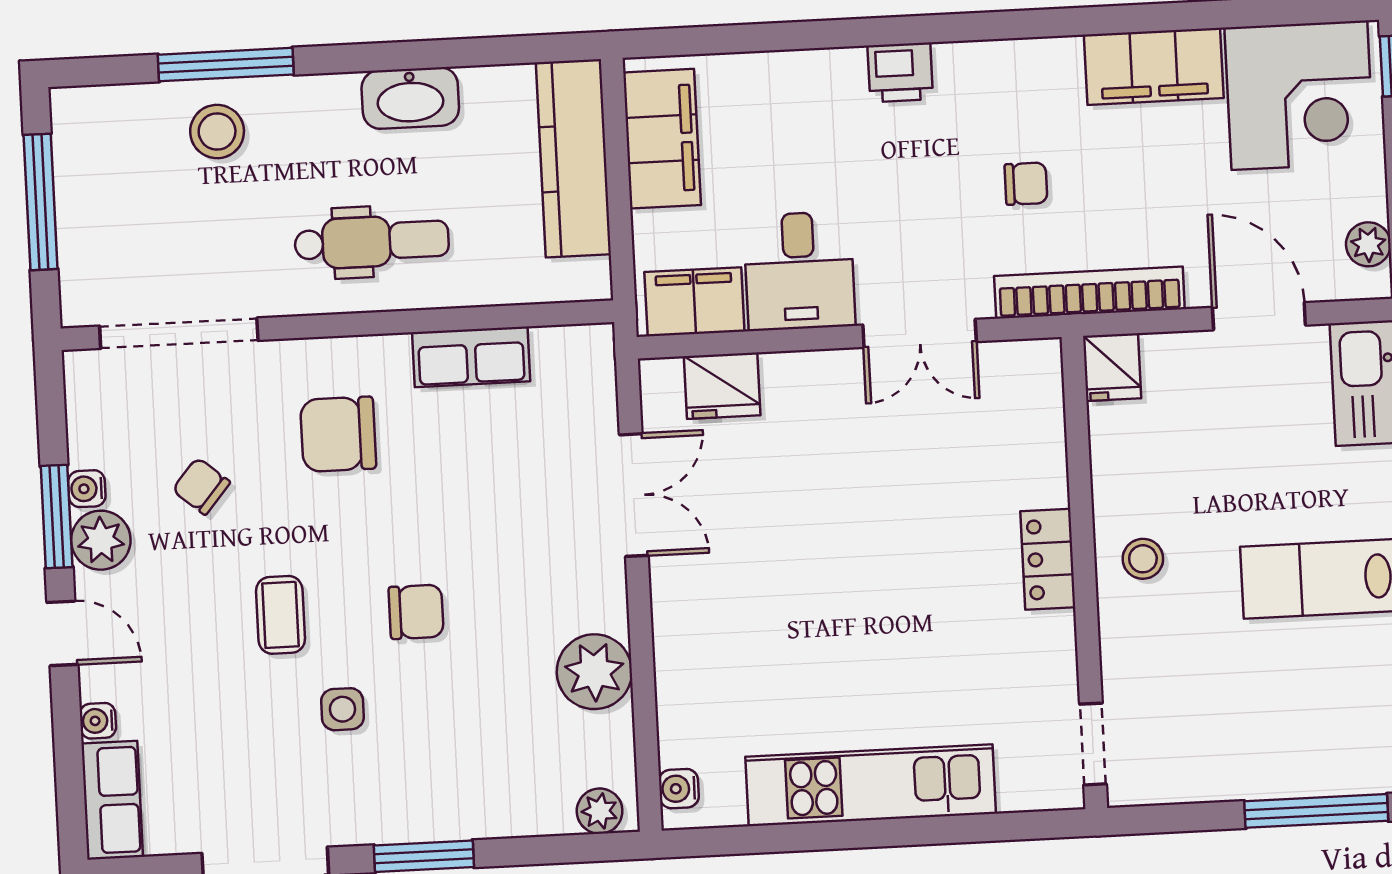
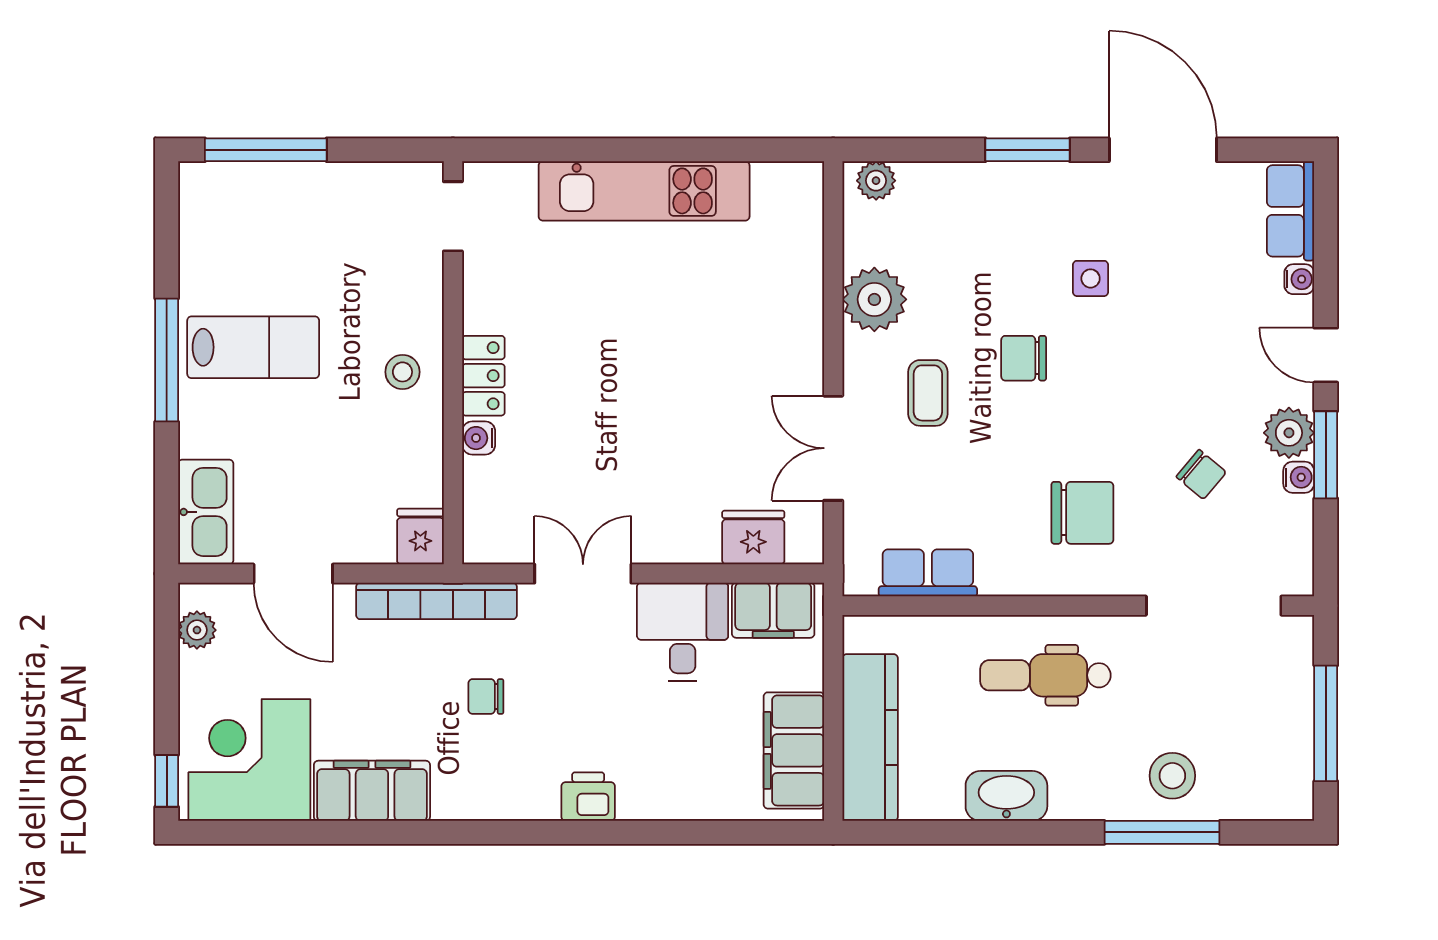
row of seats: (471, 357) -> (928, 573), moved
coffee table: (281, 615) -> (928, 393), moved
water cooler: (679, 789) -> (479, 438), moved, turned 180

